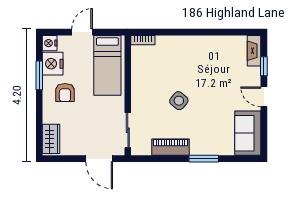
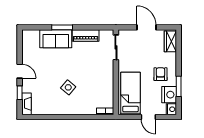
door: (82, 32) -> (148, 117), hinge flipped
side table: (179, 101) -> (68, 87), moved
sofa: (248, 133) -> (56, 39), moved, turned 90
door: (99, 159) -> (146, 27), moved

